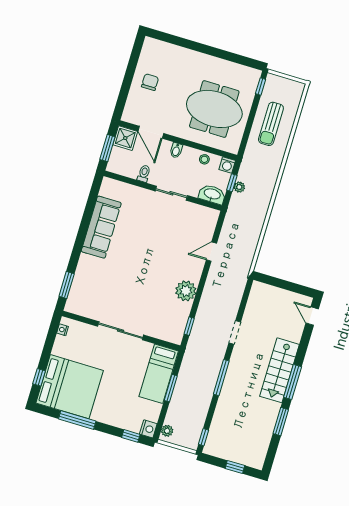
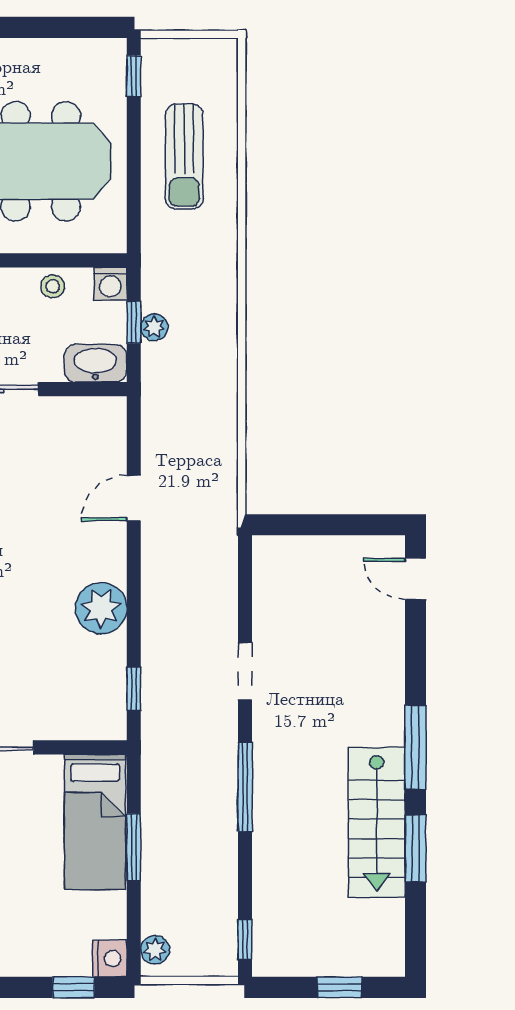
stairs: (280, 370) -> (377, 822), moved

